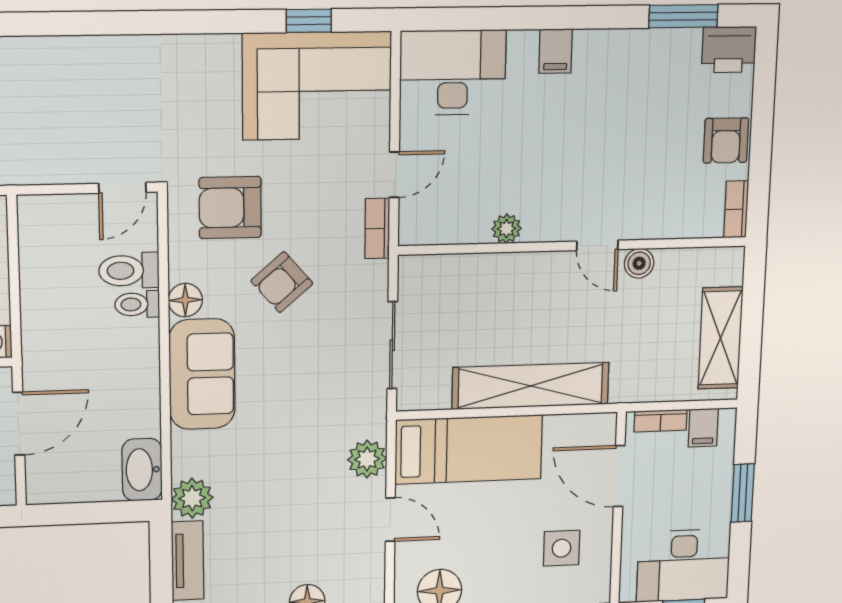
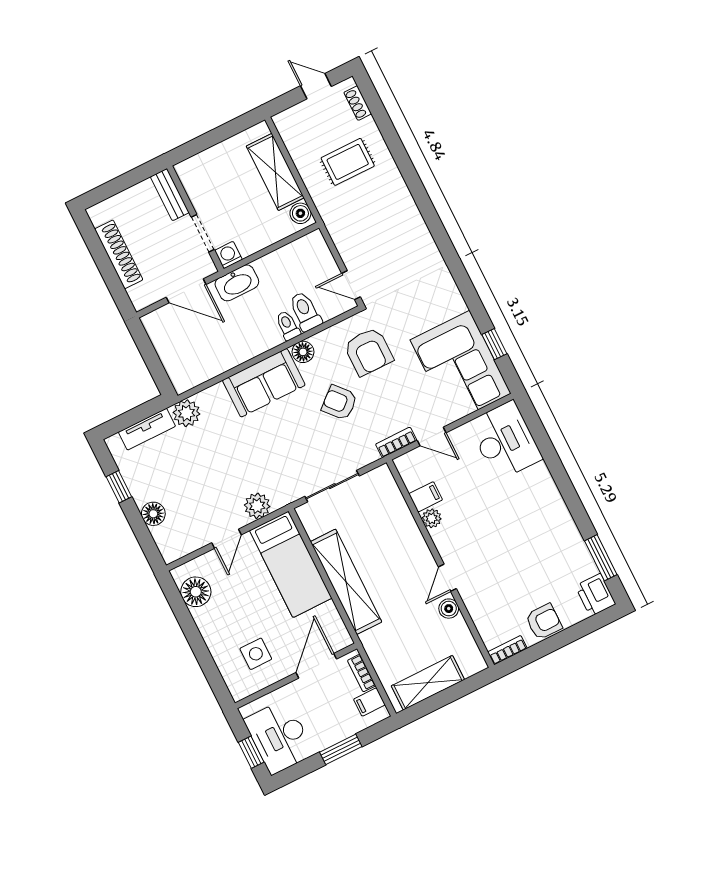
filing cabinet: (556, 51) -> (426, 497), moved, turned 180
armchair: (726, 140) -> (544, 622), turned 180
armchair: (230, 208) -> (368, 352), turned 180
washbasin: (142, 470) -> (237, 283), moved, turned 180

